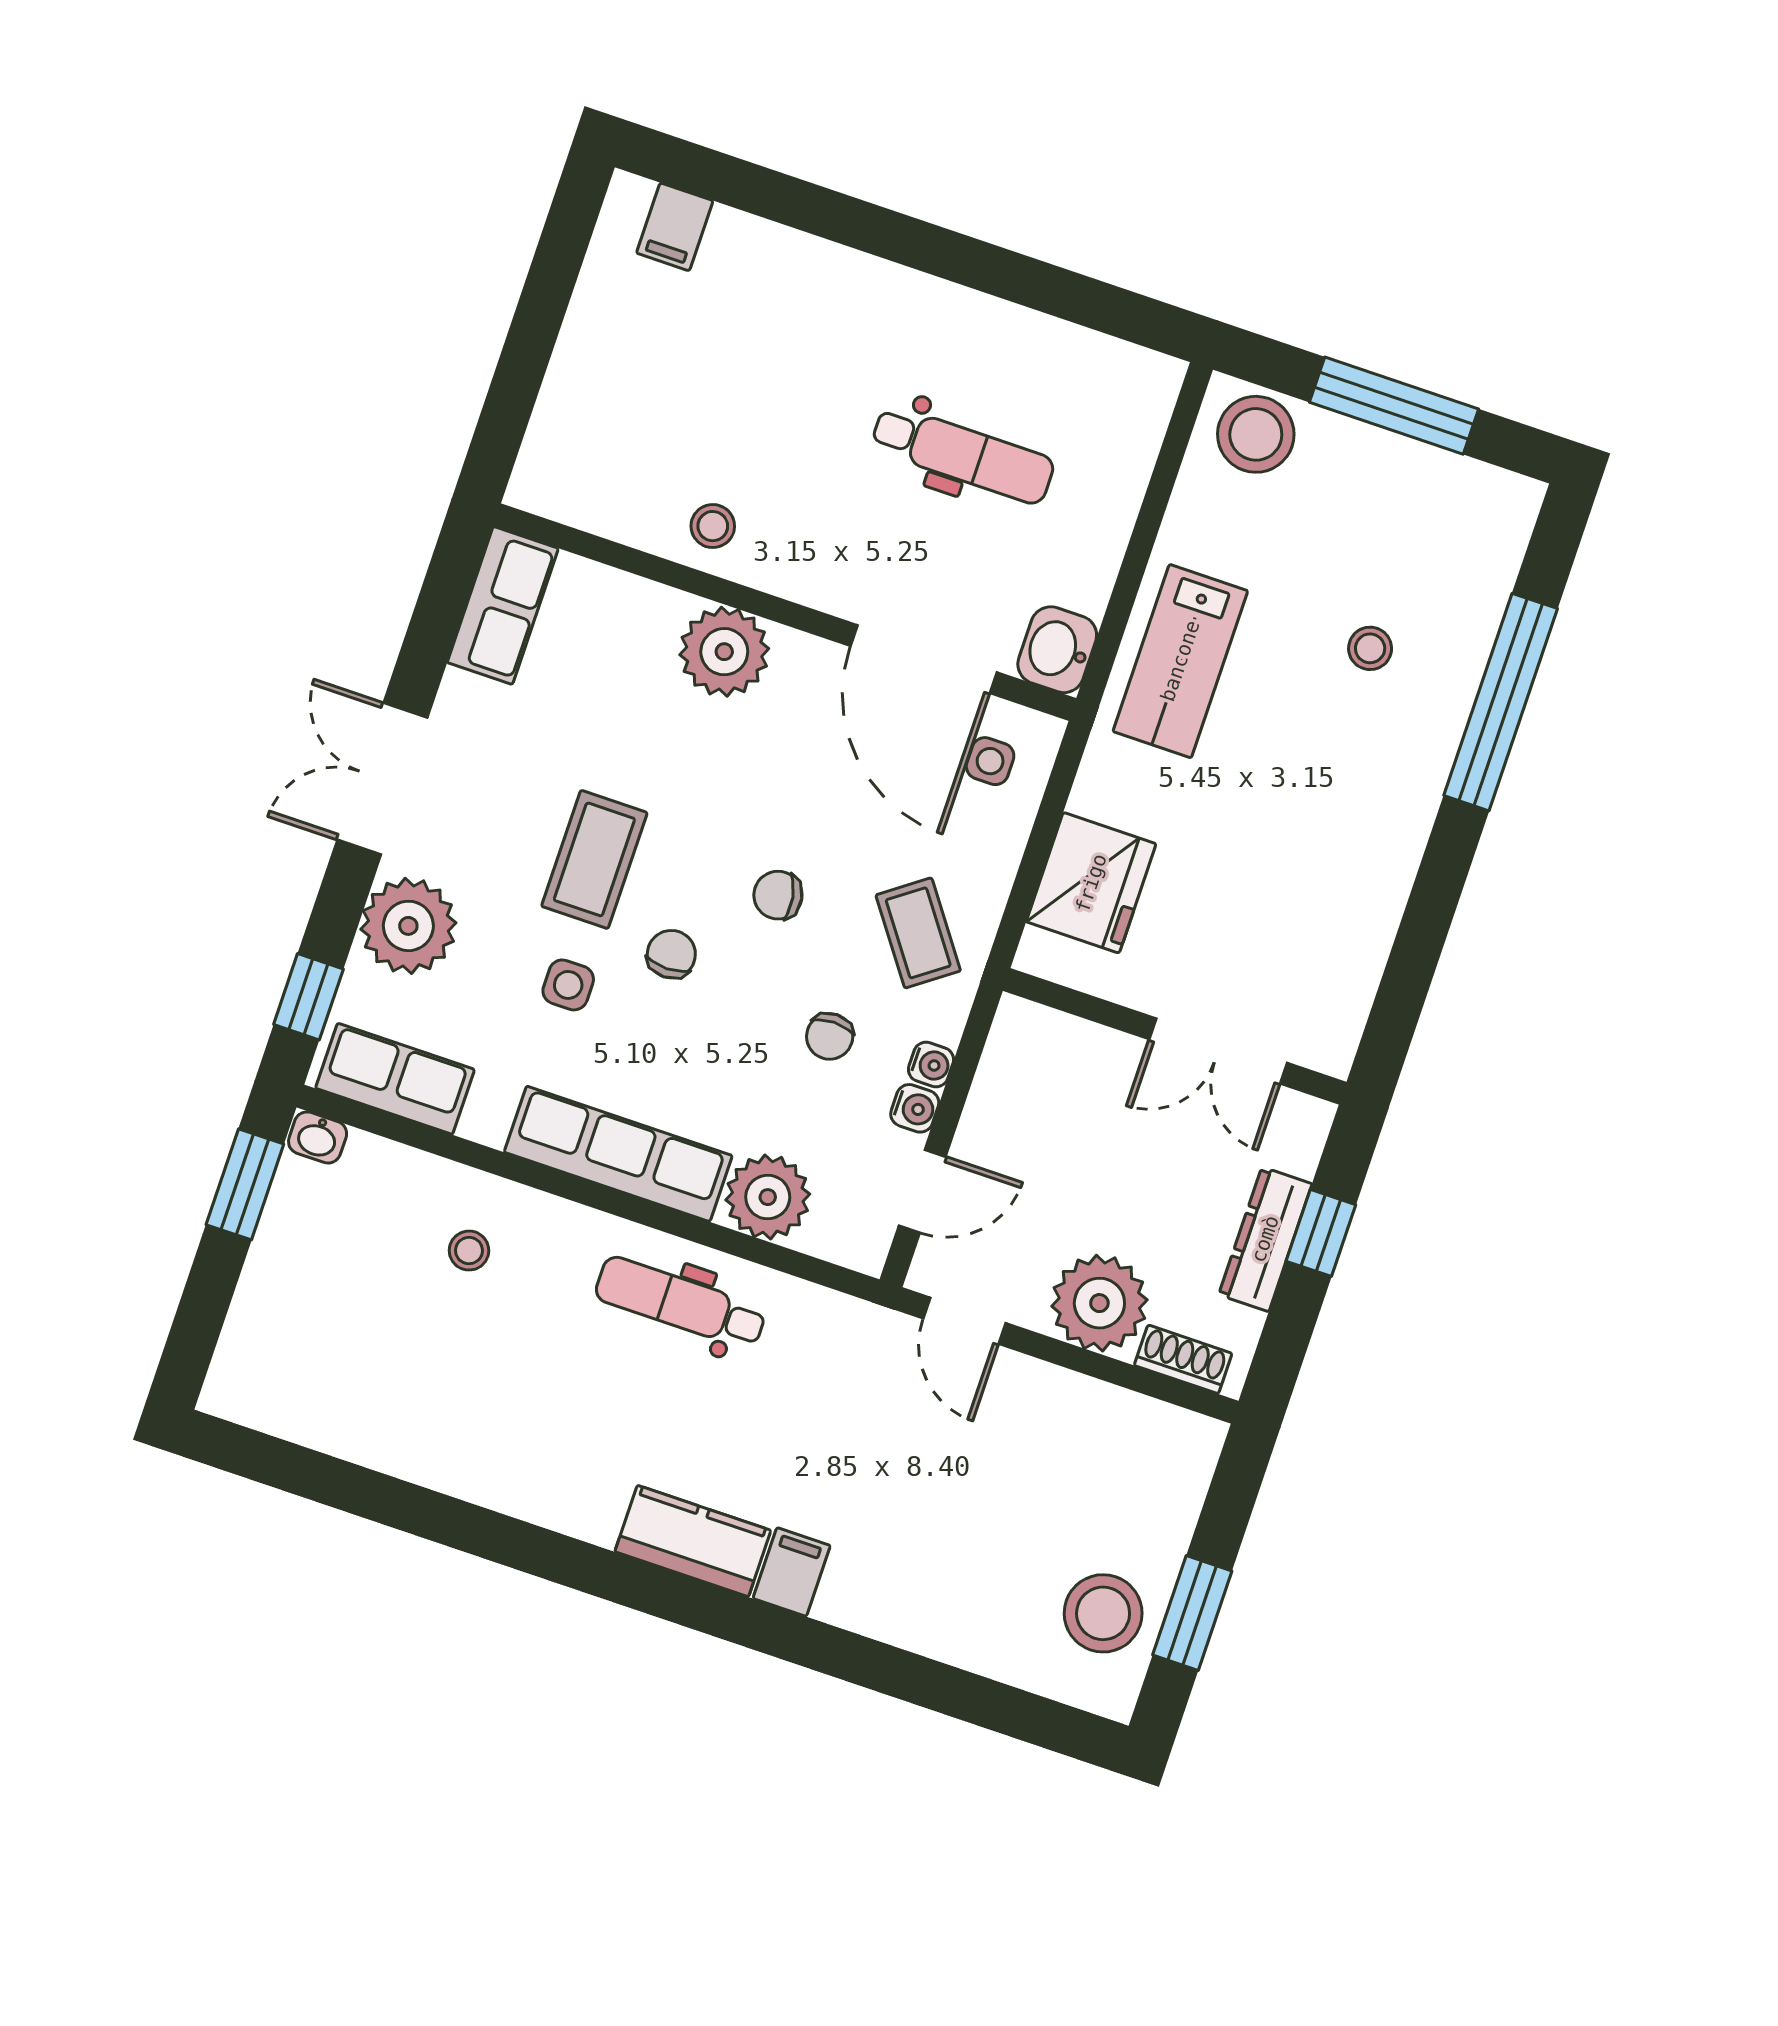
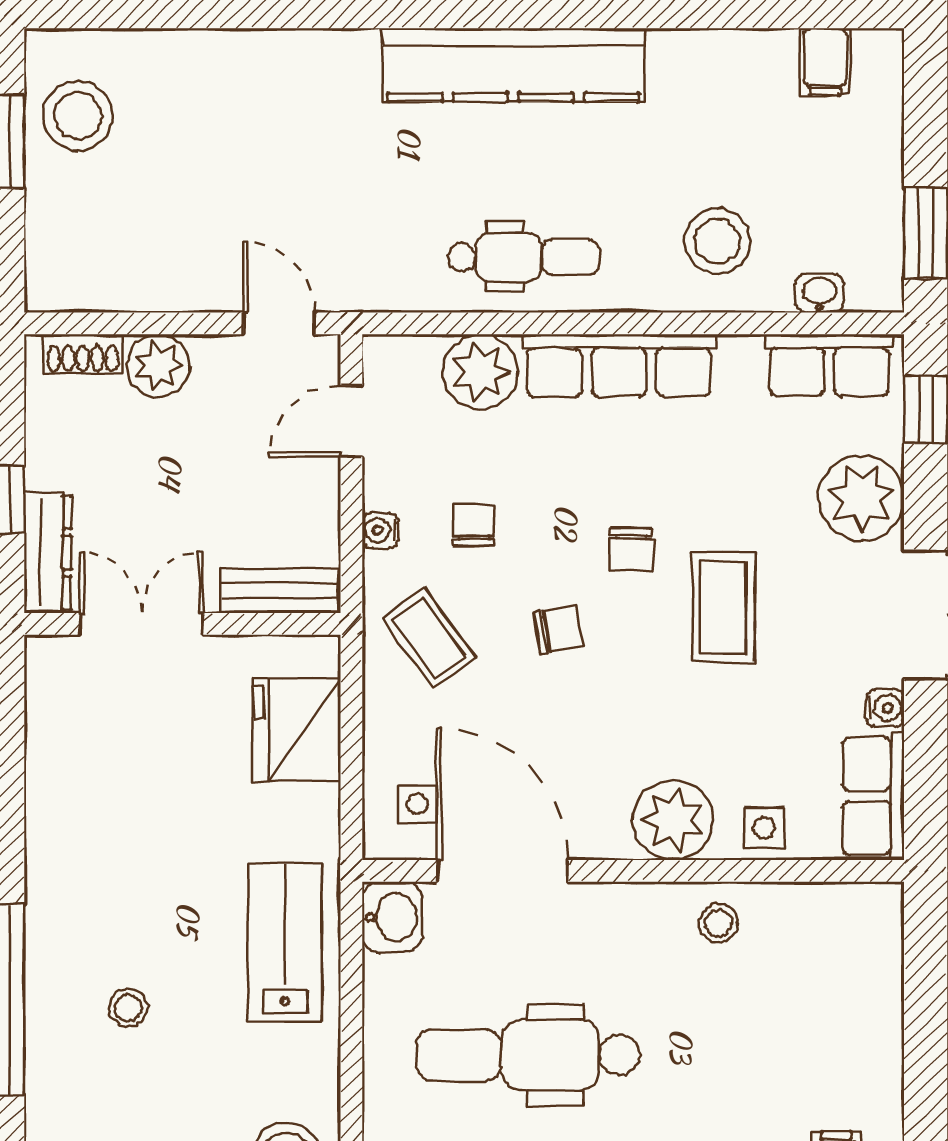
dental chair: (963, 454) -> (528, 1055), width x1.36, depth x1.38
side table: (568, 985) -> (764, 828), moved
bench: (1060, 1037) -> (279, 591), added
water cooler: (915, 1108) -> (885, 708), moved, turned 180
washbasin: (318, 1137) -> (819, 293), moved
dresser: (1265, 1239) -> (48, 553), moved
stool: (469, 1251) -> (717, 241), width x1.89, depth x1.89
plant: (1099, 1303) -> (158, 366), width x0.73, depth x0.73
kitchen counter: (693, 1541) -> (513, 65), width x2.08, depth x1.17
filing cabinet: (792, 1572) -> (825, 62), moved

